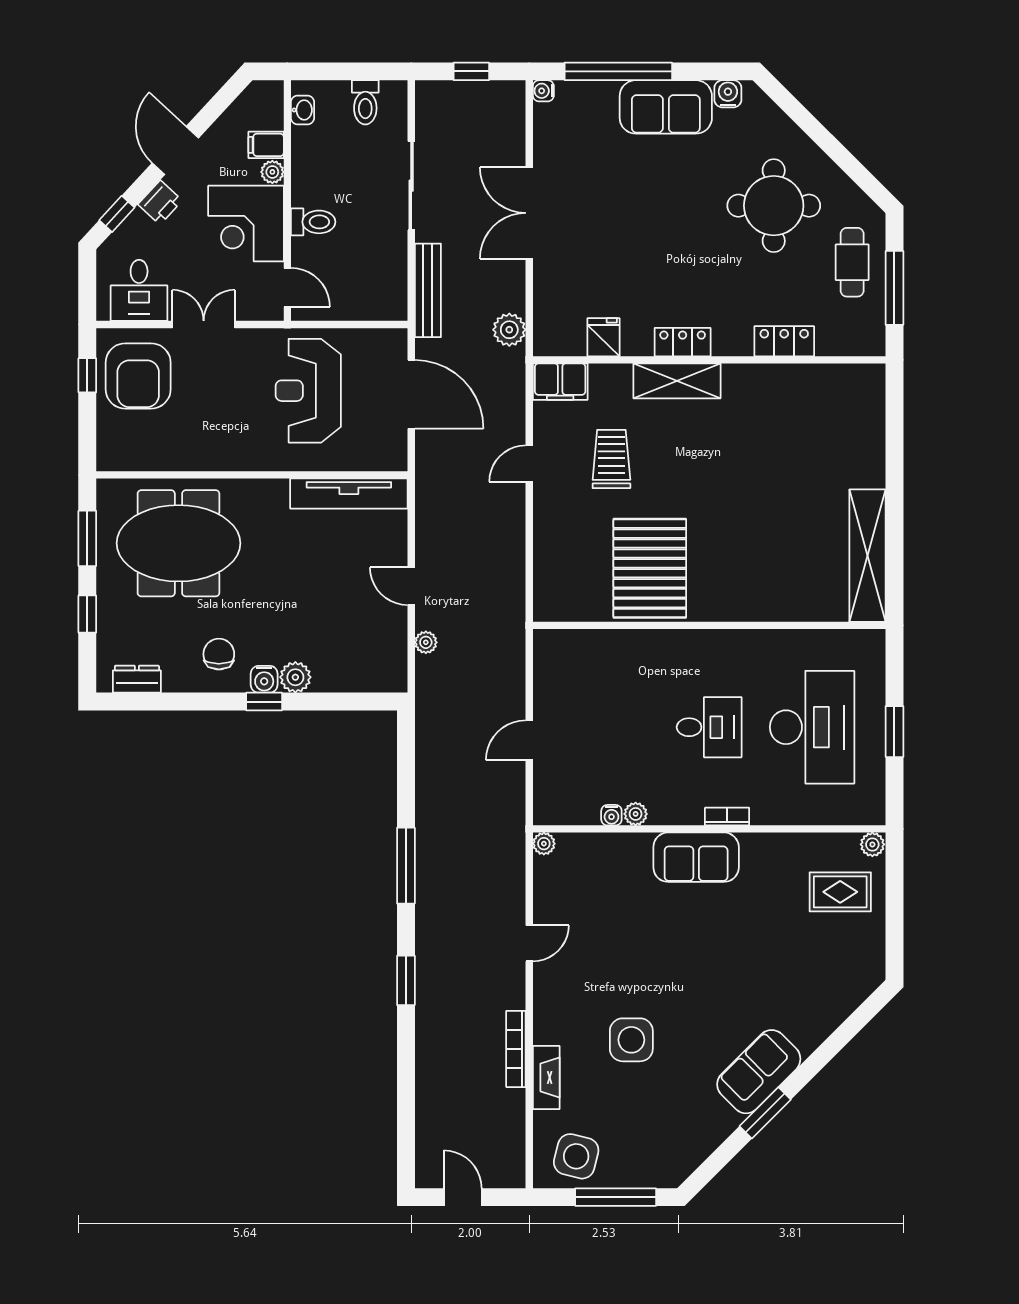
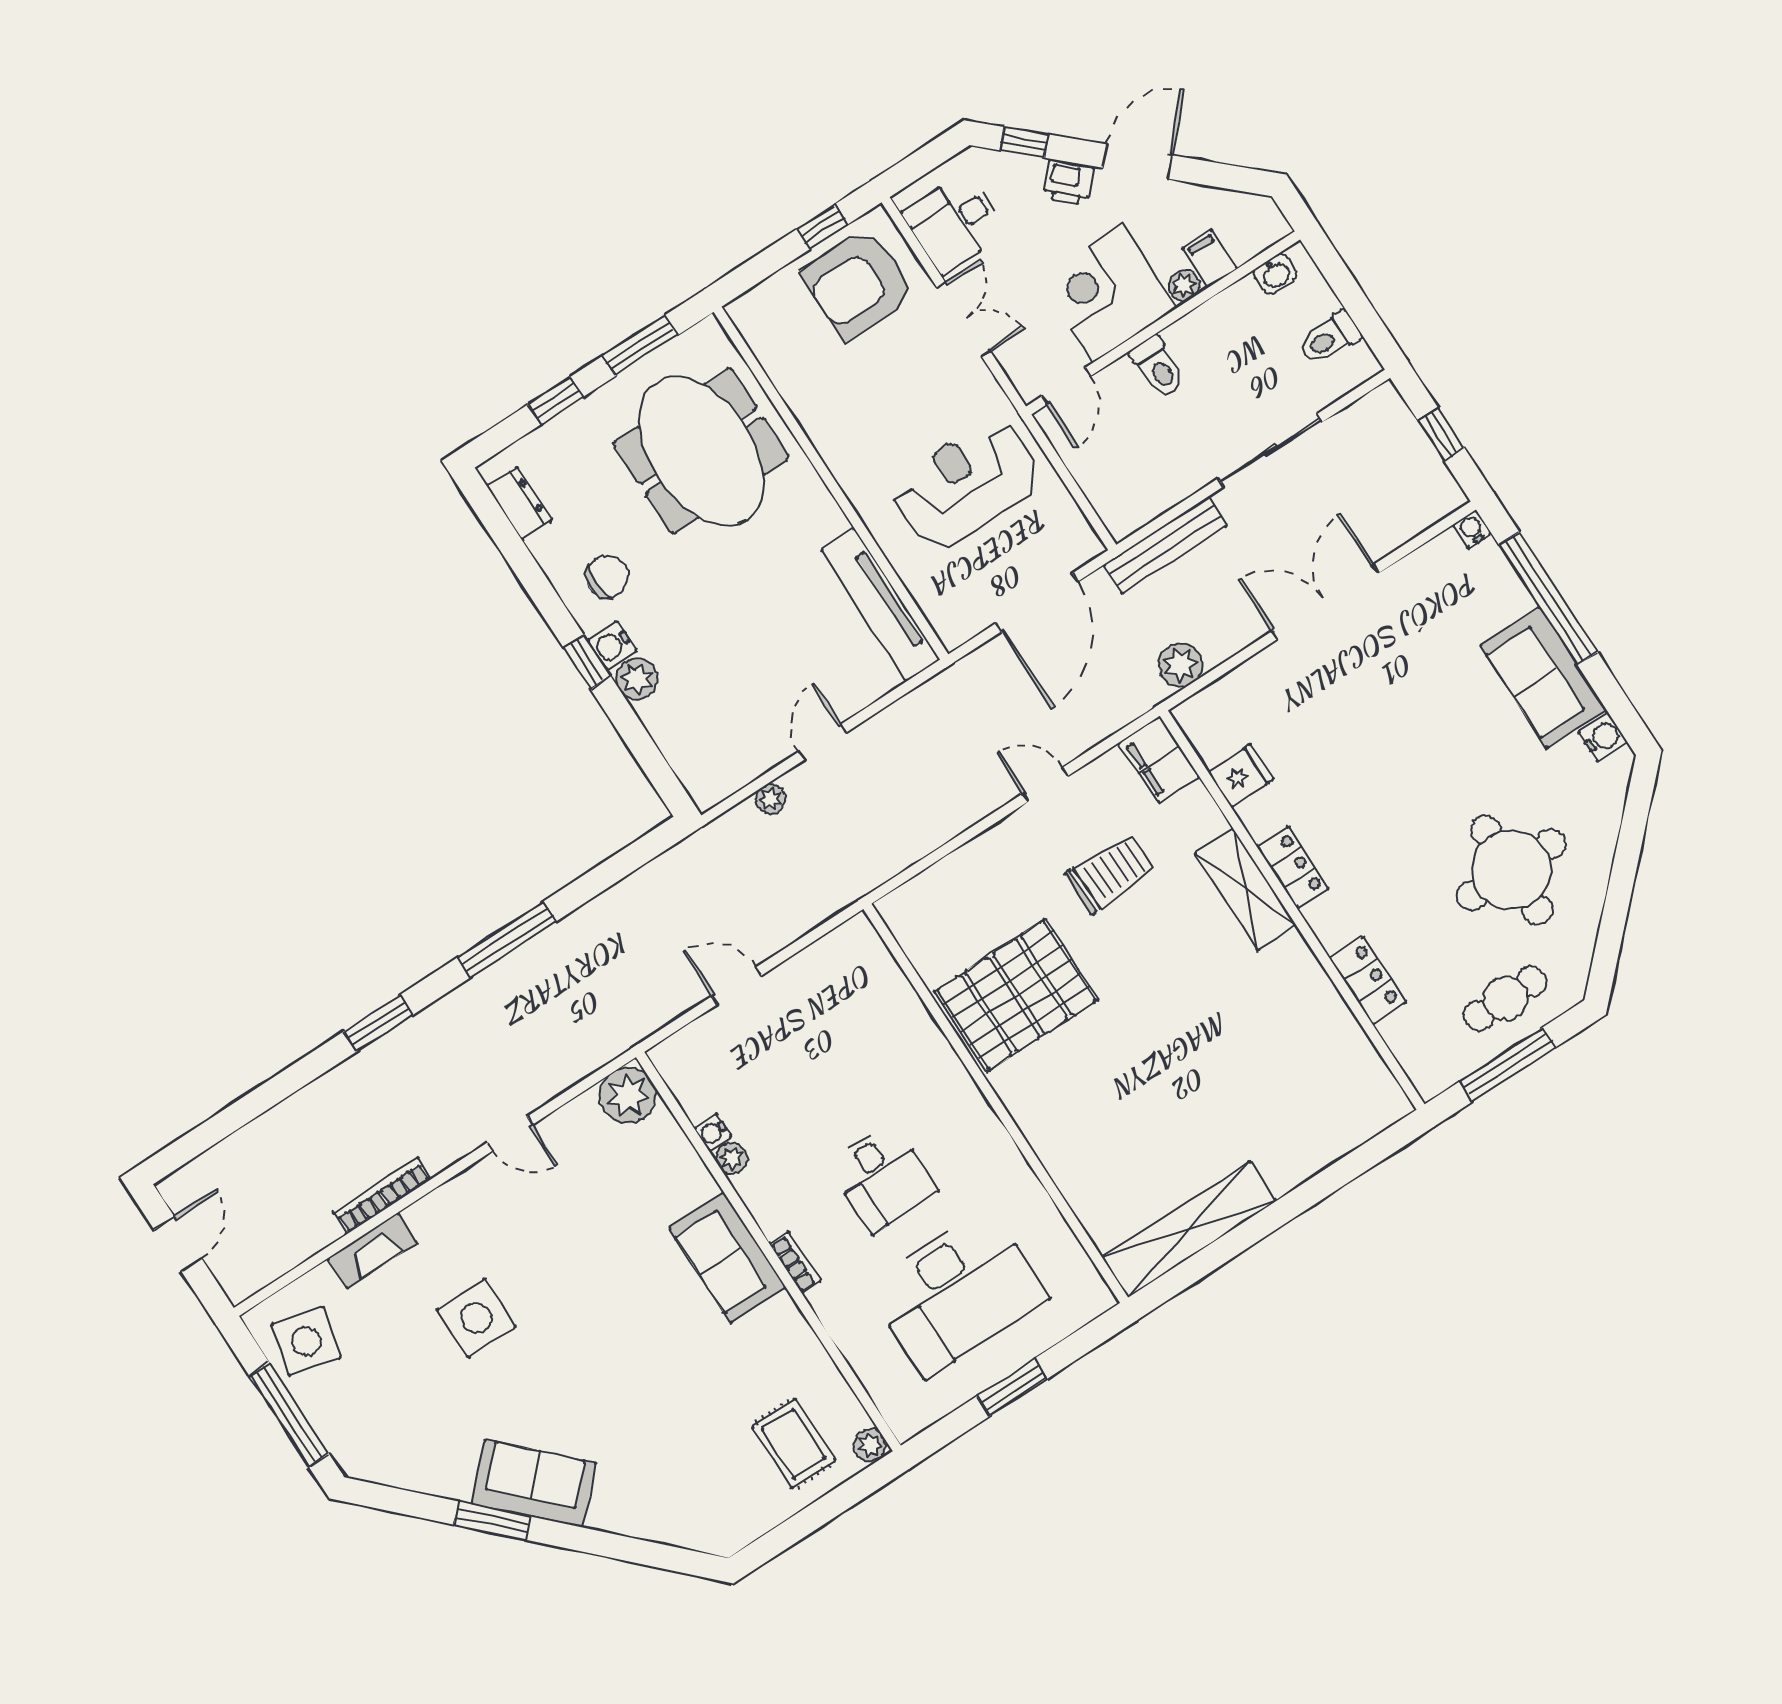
plant: (544, 844) -> (628, 1095), width x1.88, depth x1.88

